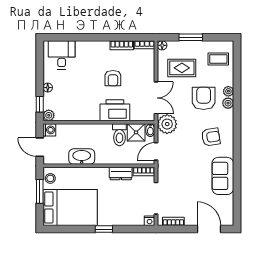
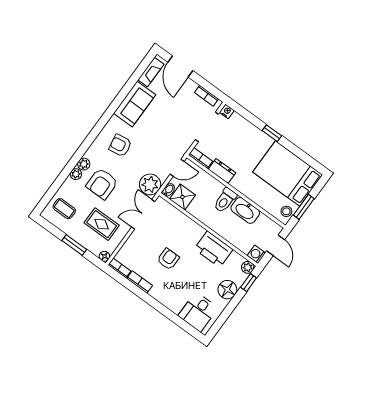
floor lamp: (48, 88) -> (227, 290), width x1.89, depth x1.89
printer: (115, 110) -> (214, 249), moved
toilet: (119, 135) -> (225, 200), moved, turned 180
fireplace: (228, 209) -> (151, 72), added

